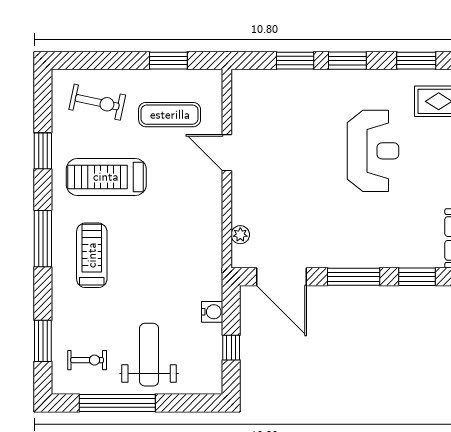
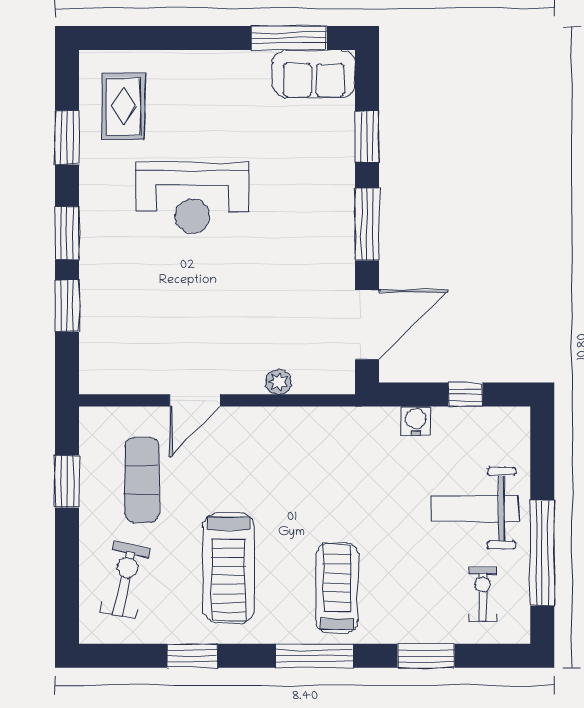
reception desk: (373, 151) -> (192, 198), turned 180
plant: (240, 235) -> (278, 382), moved
treadmill: (92, 255) -> (337, 588), turned 90
window: (43, 341) -> (426, 656), moved

